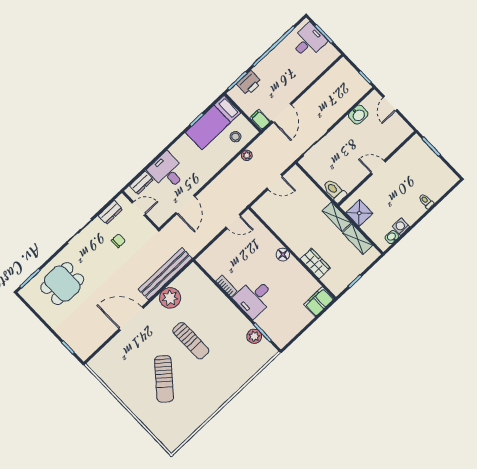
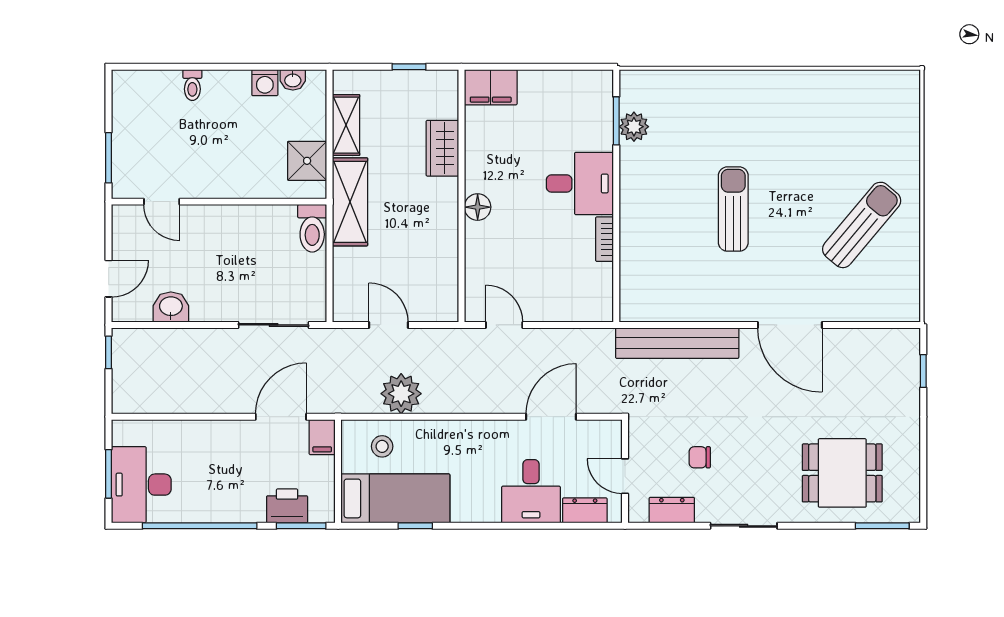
desk: (308, 41) -> (141, 485), width x1.37
plant: (247, 155) -> (401, 394), width x1.88, depth x1.88
door: (378, 167) -> (162, 202), moved
shelving: (337, 217) -> (350, 202), width x1.50, depth x1.33
plant: (170, 298) -> (704, 301), removed
sun lounger: (164, 379) -> (862, 225), moved

